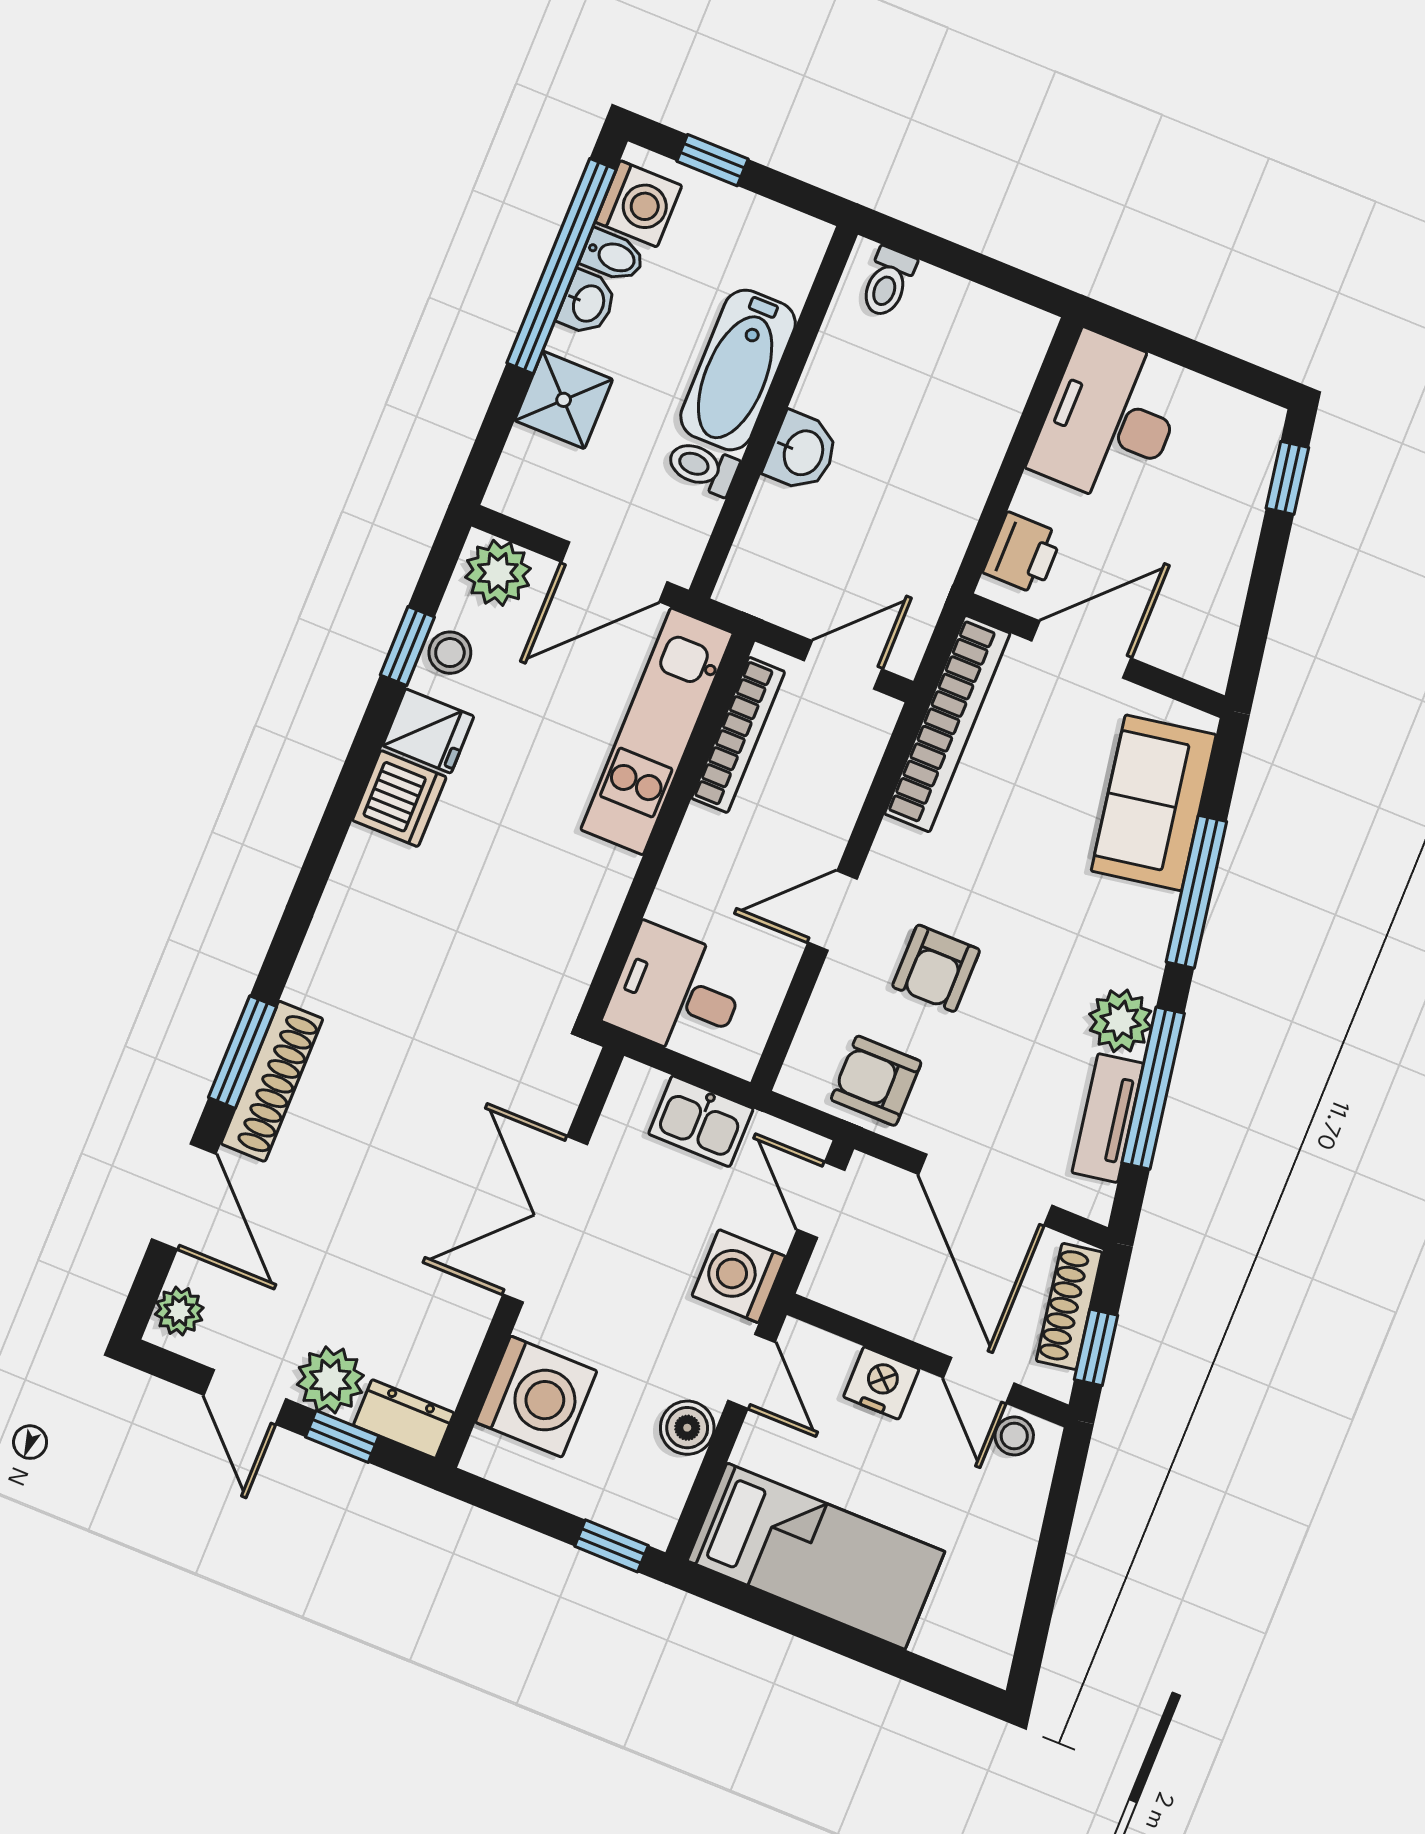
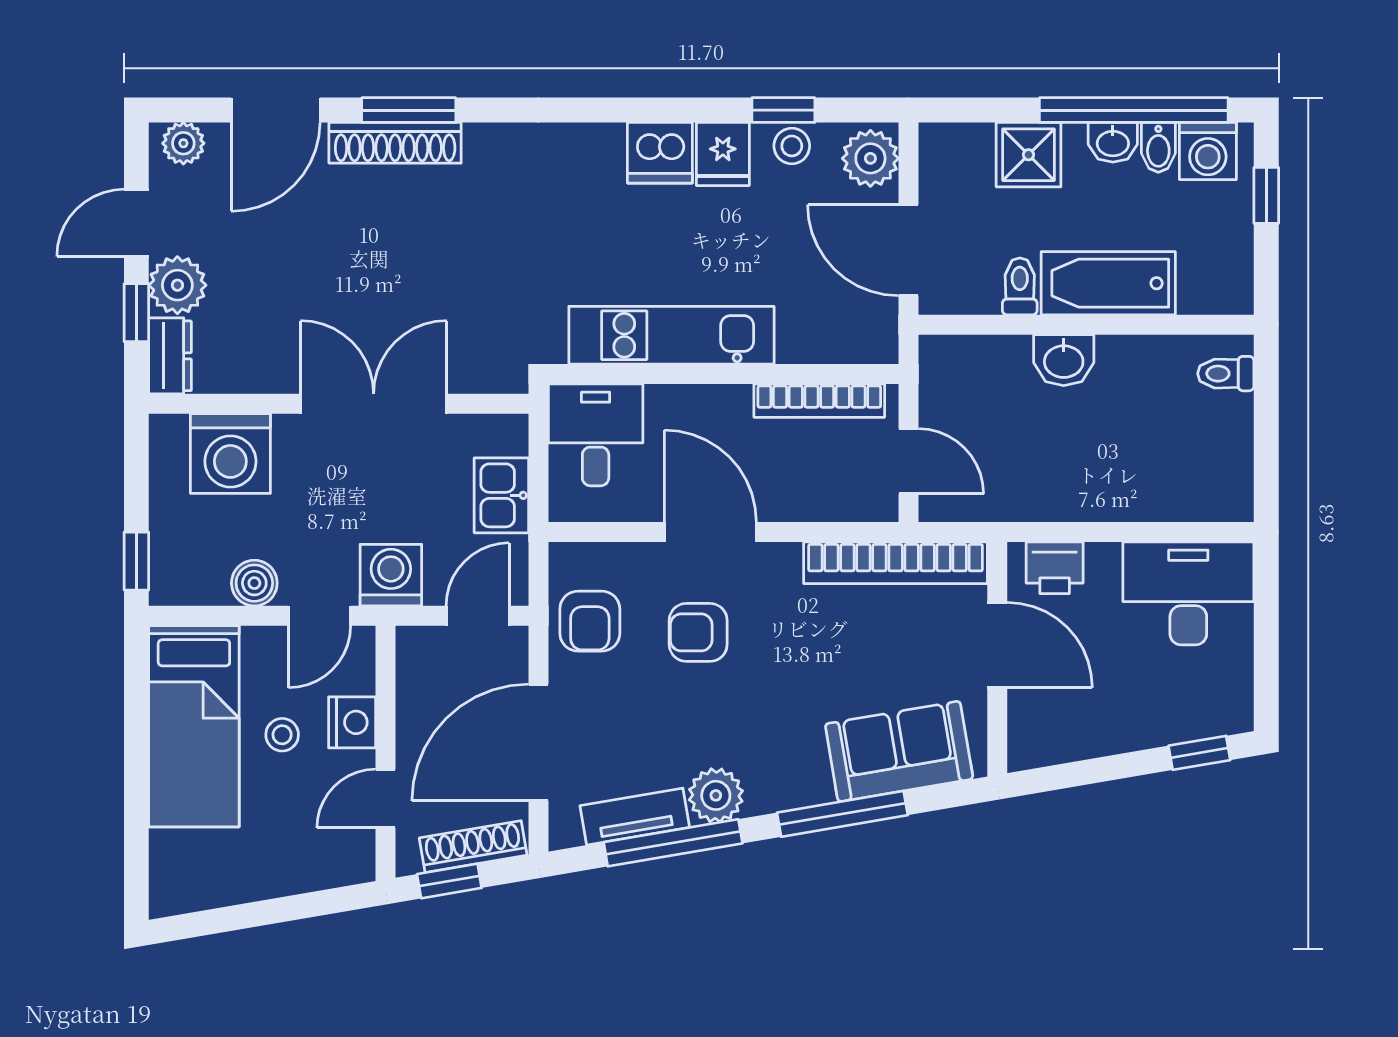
kitchen unit: (657, 731) -> (671, 335), moved
door: (832, 911) -> (710, 532), width x1.38
armchair: (876, 1081) -> (590, 621), turned 180
stool: (1014, 1436) -> (282, 735), moved

